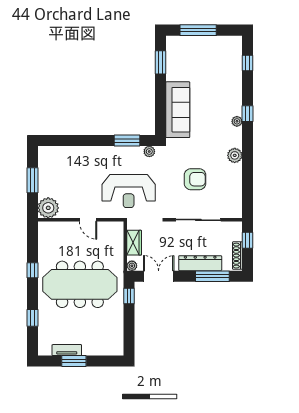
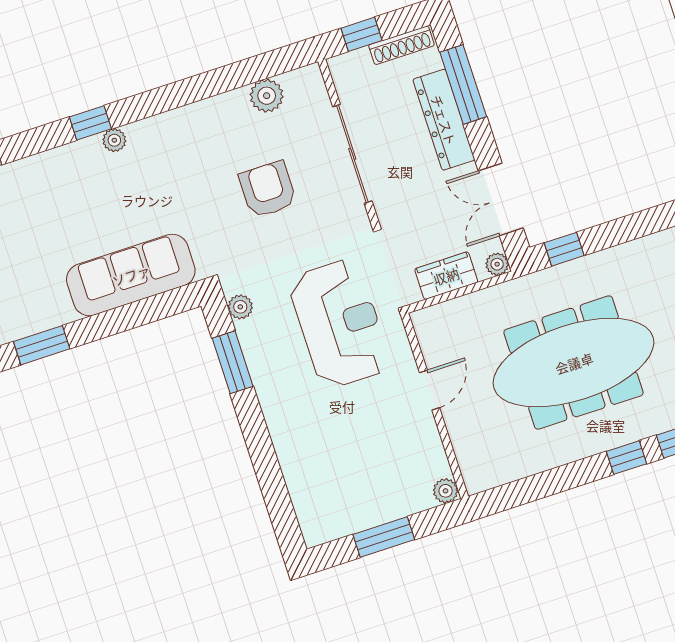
plant: (235, 155) -> (267, 96), moved
plant: (48, 208) -> (446, 491), width x0.53, depth x0.53
window: (32, 270) -> (626, 458), moved
meeting table: (80, 284) -> (574, 363), turned 90

